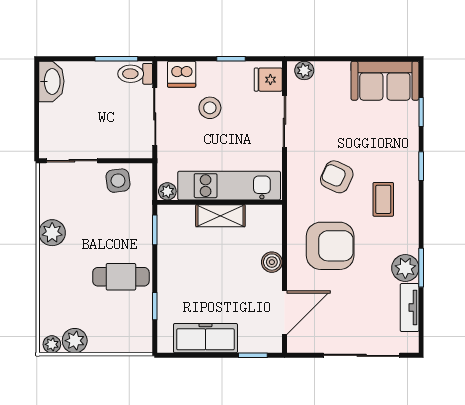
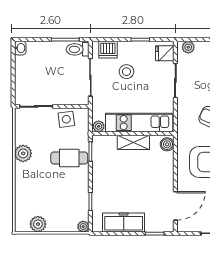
washbasin: (51, 81) -> (20, 48), width x0.52, depth x0.69
boiler: (272, 262) -> (167, 144), moved
cafe table: (121, 277) -> (69, 158), moved
plant: (52, 344) -> (83, 227), moved

